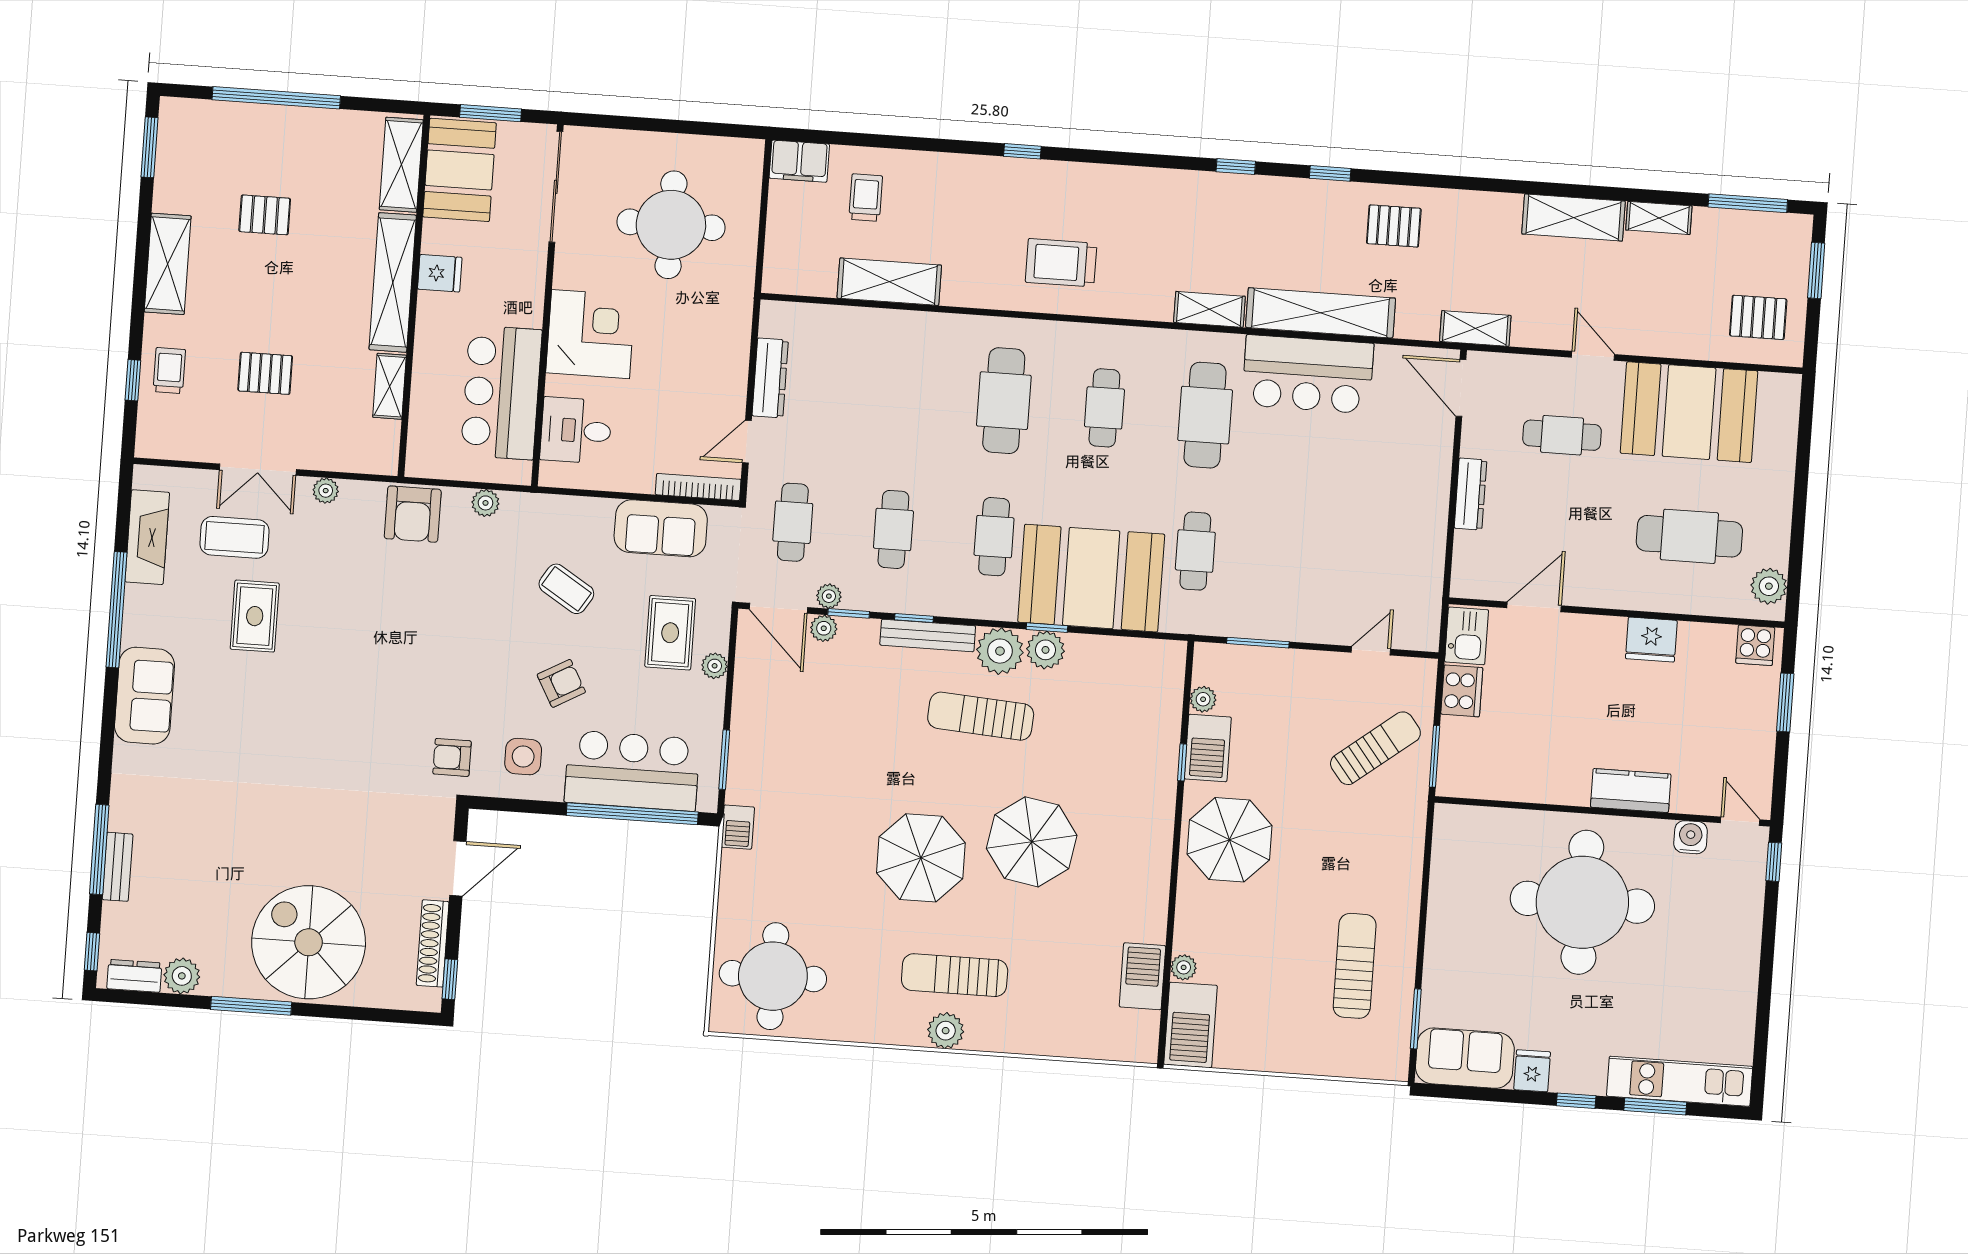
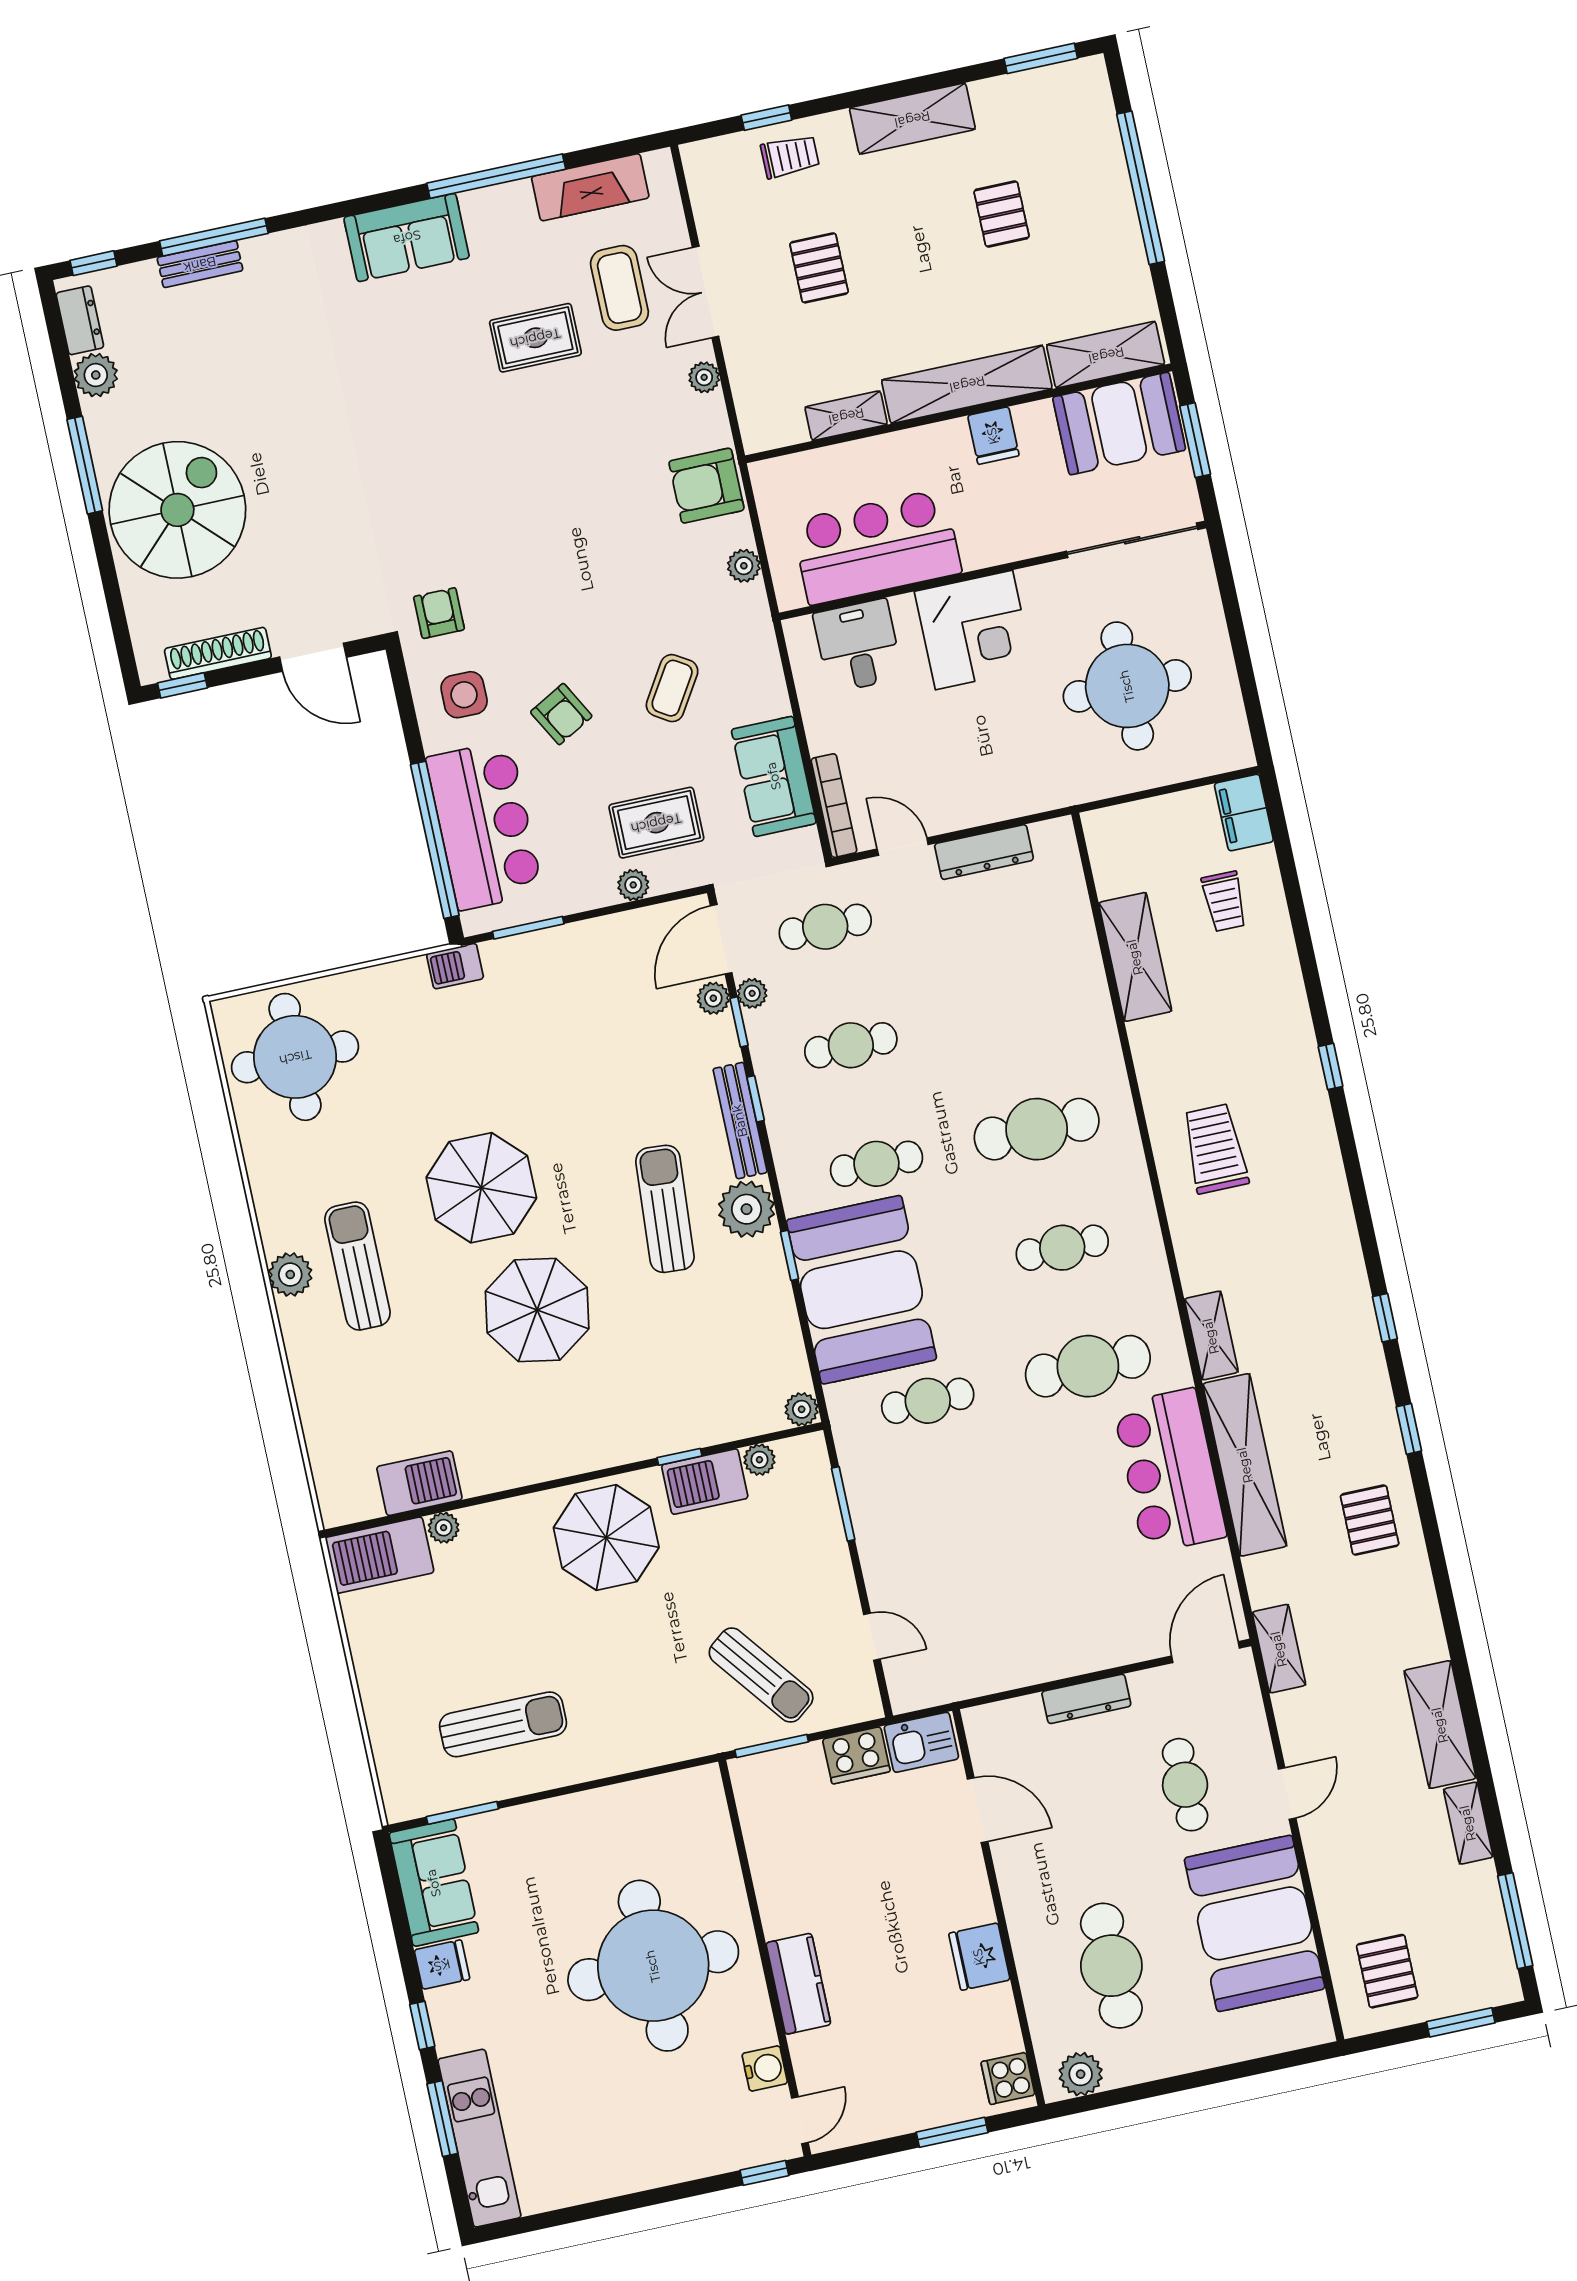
trolley: (866, 198) -> (1224, 901), turned 90
plant: (1045, 650) -> (802, 1409), moved, width x0.73, depth x0.73

